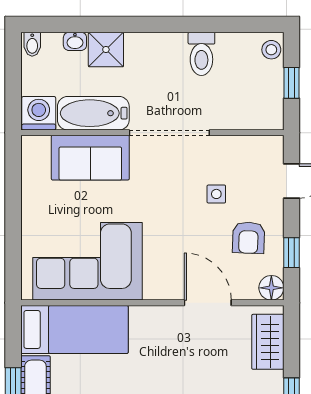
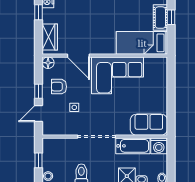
sofa: (90, 158) -> (149, 125), moved
armchair: (249, 238) -> (59, 87), turned -92
window: (292, 253) -> (38, 91), moved
corner sofa: (87, 261) -> (117, 75), moved

